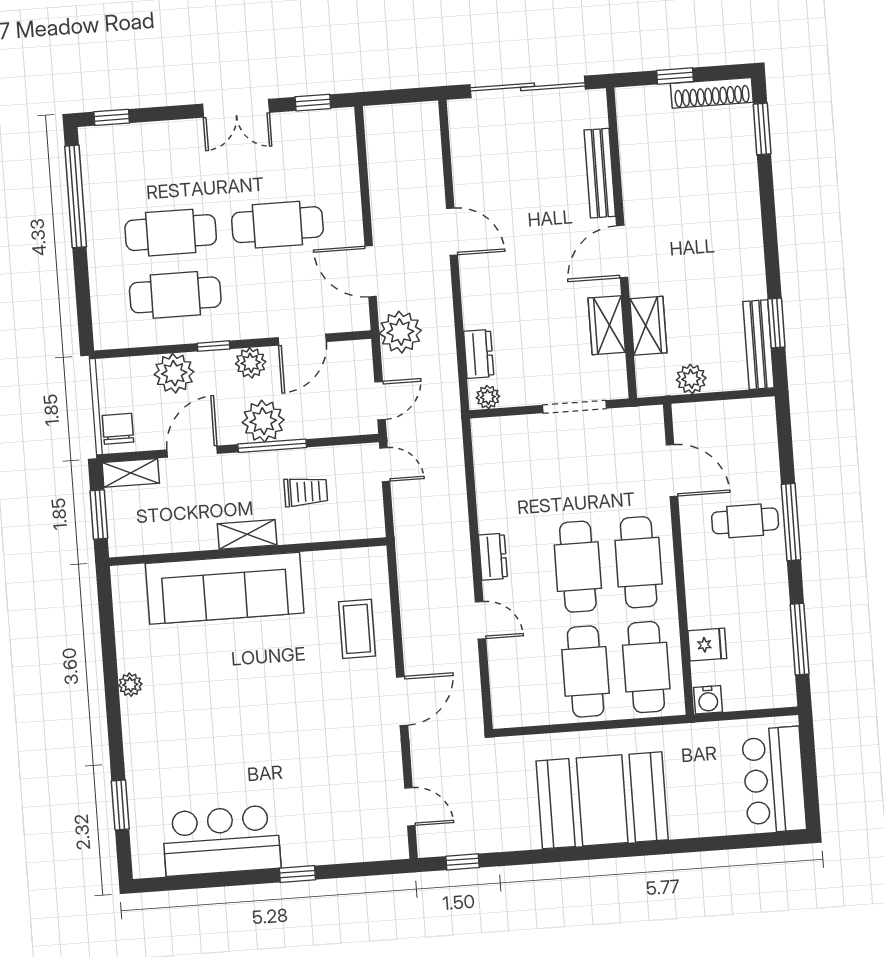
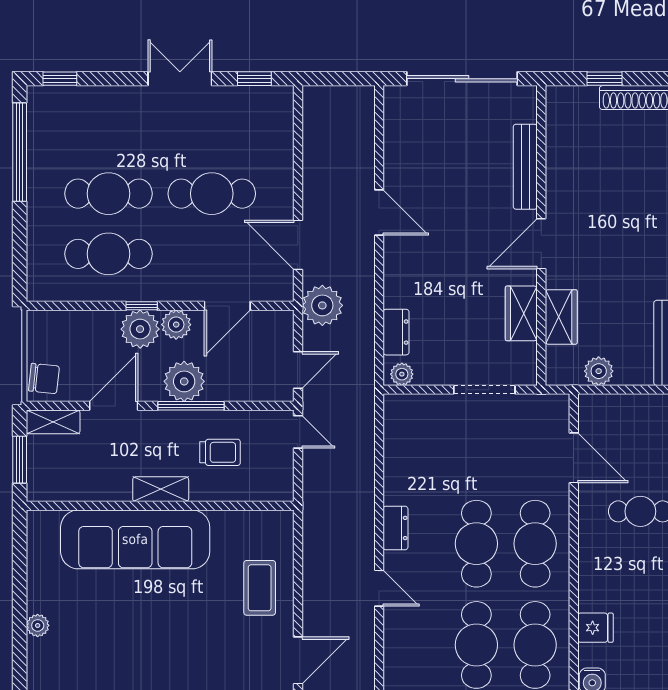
double door: (236, 108) -> (180, 79), swing flipped
plant: (174, 373) -> (140, 329), moved
chair: (118, 429) -> (44, 378), turned 96

